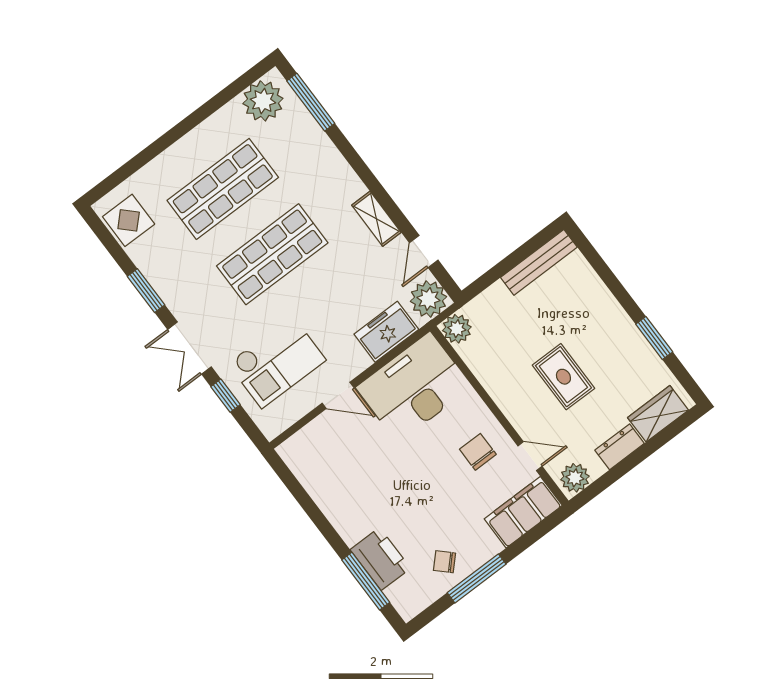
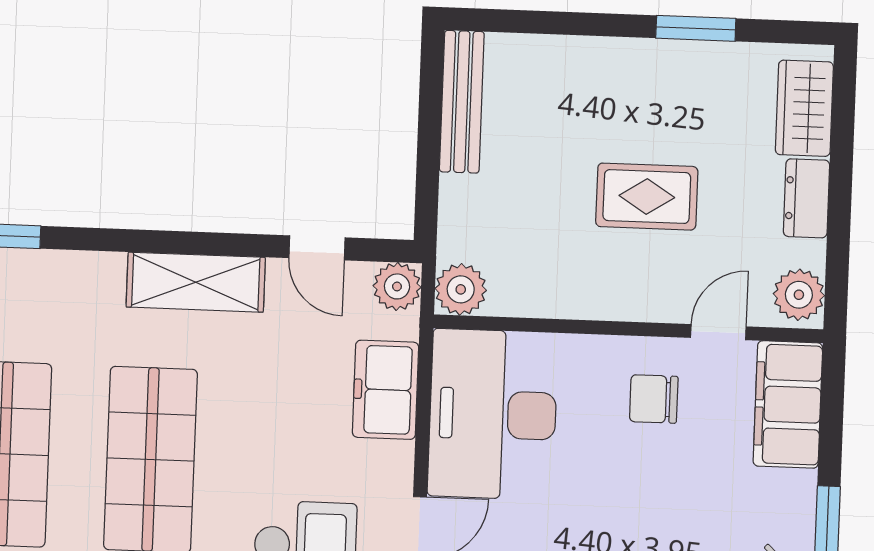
shelving: (376, 219) -> (196, 282), width x1.50, depth x1.33
plant: (428, 299) -> (397, 286), width x0.73, depth x0.73

